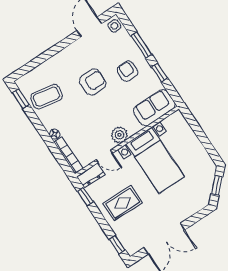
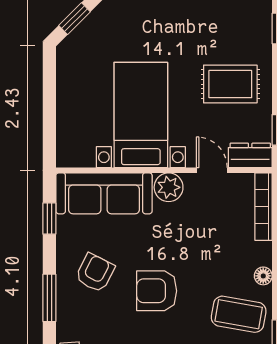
armchair: (128, 71) -> (95, 273), turned -153
window: (159, 73) -> (49, 219), moved
sofa: (154, 108) -> (104, 193), width x1.36
floor lamp: (55, 134) -> (263, 276), moved

